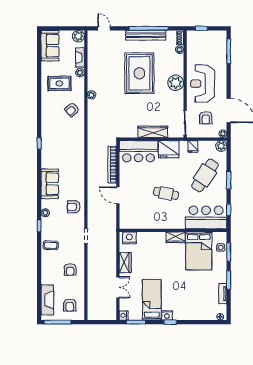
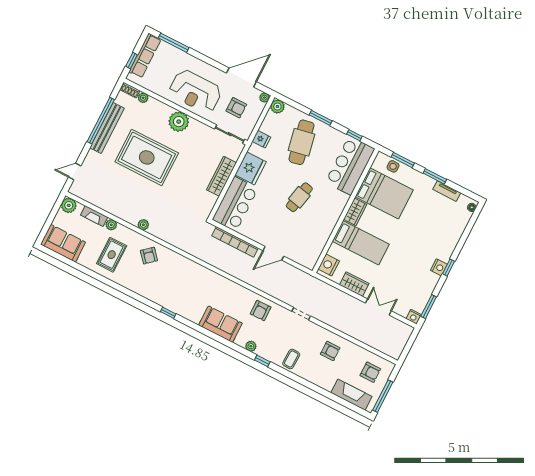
row of seats: (209, 36) -> (145, 56), added
cafe table: (205, 175) -> (301, 142), turned 46
bed: (152, 300) -> (361, 243), moved, turned 180

